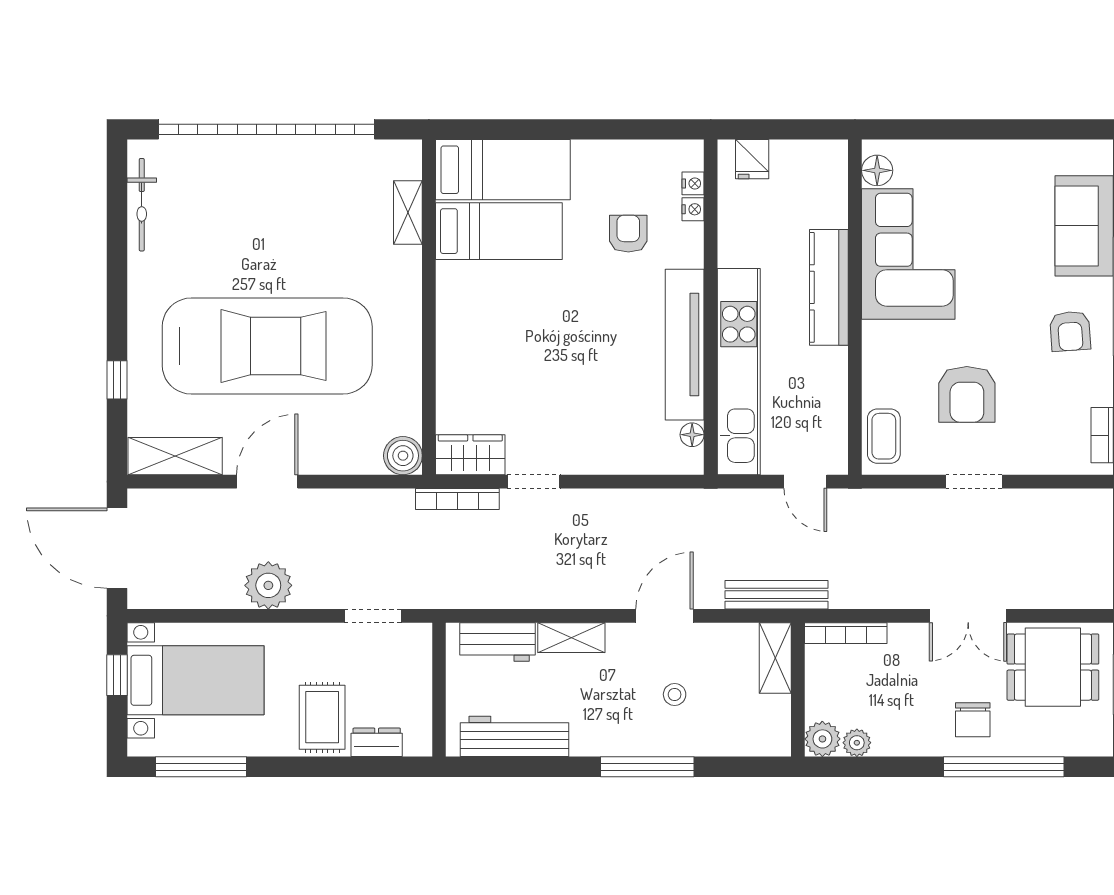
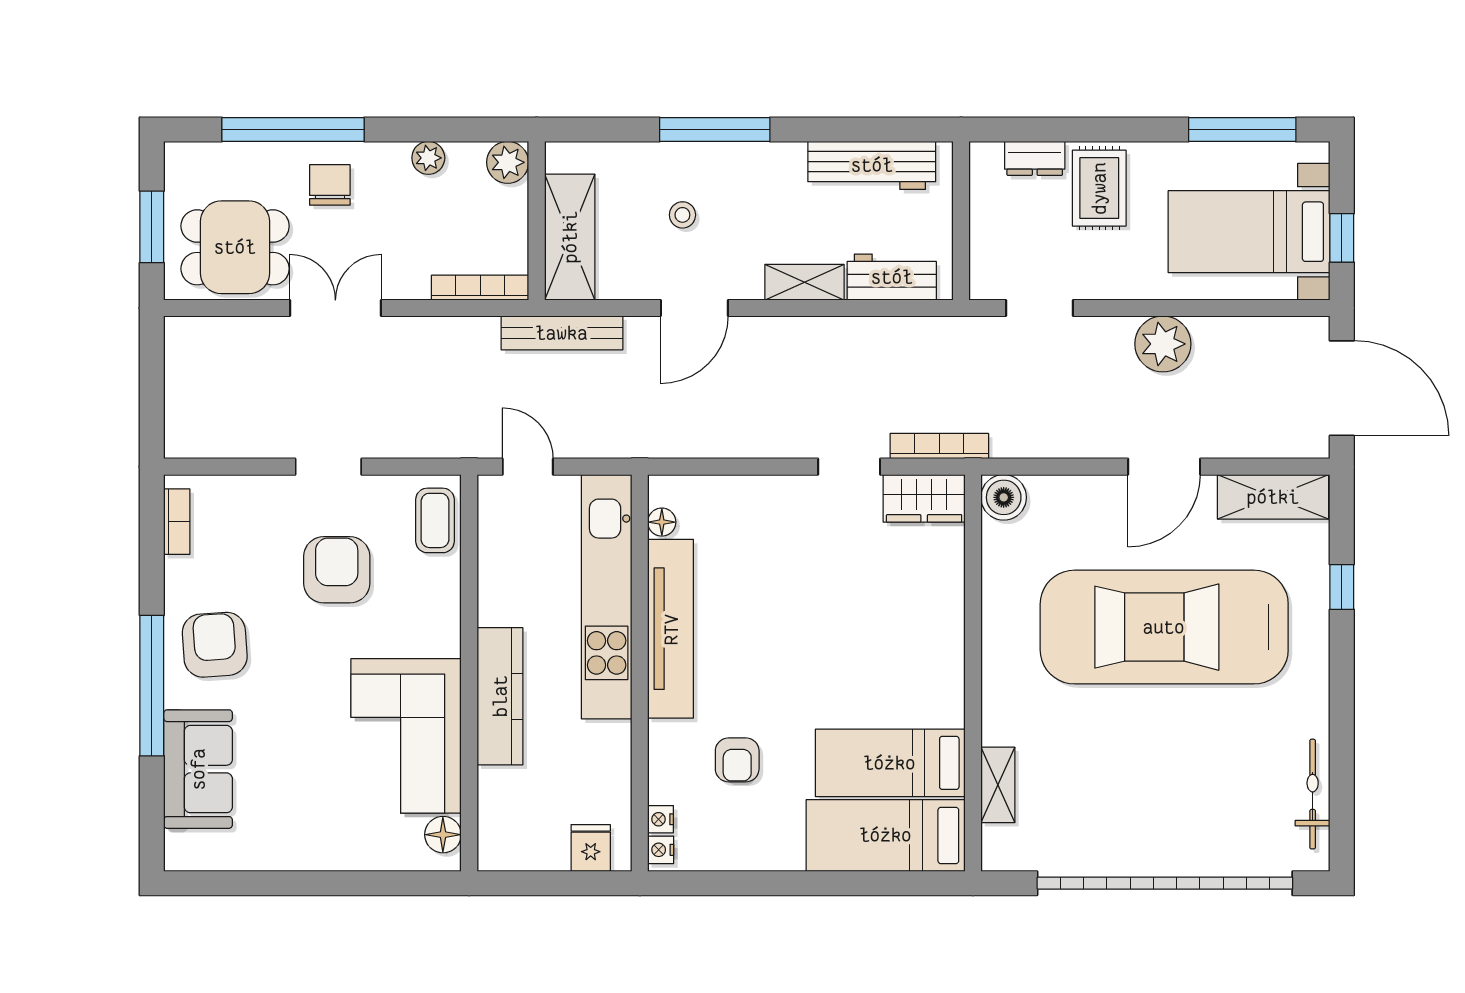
nightstand: (693, 209) -> (661, 850), moved
armchair: (1070, 331) -> (215, 645), width x1.38, depth x1.38
shelving: (775, 658) -> (570, 237), width x1.50, depth x1.33
plant: (857, 743) -> (428, 158), moved

